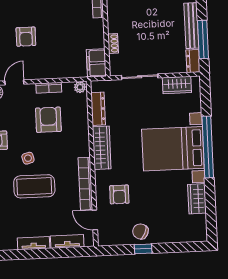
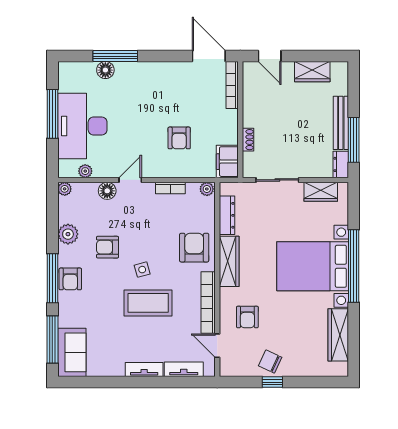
armchair: (26, 37) -> (179, 138), moved
armchair: (48, 120) -> (194, 248), moved
wardrobe: (197, 199) -> (338, 335), width x1.50

